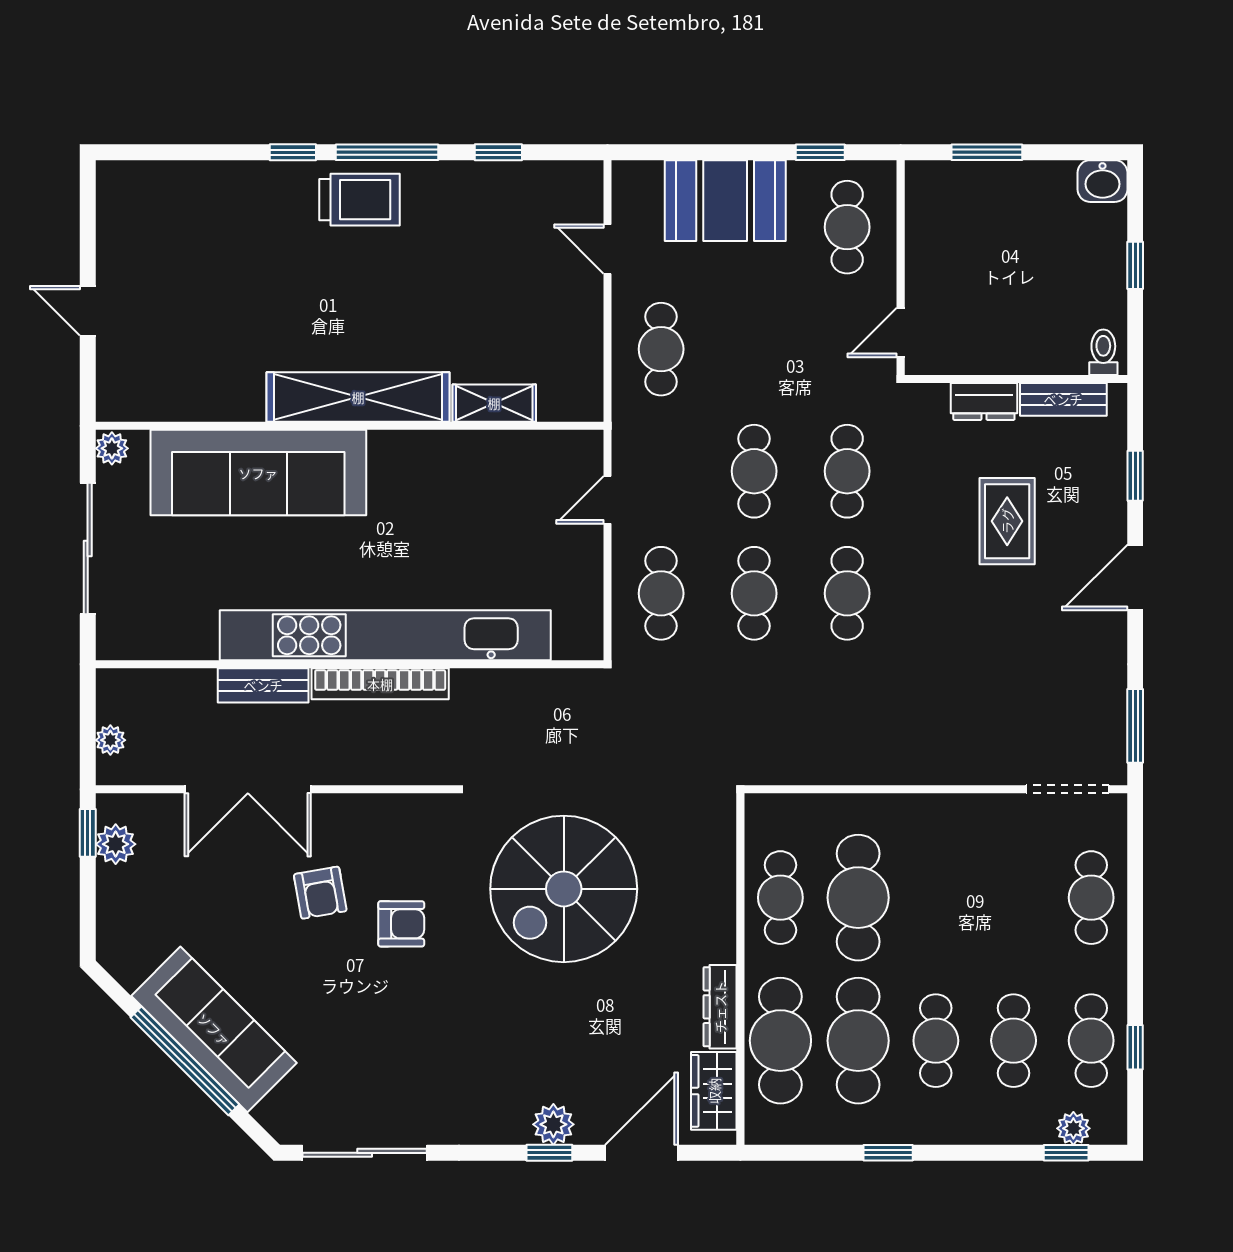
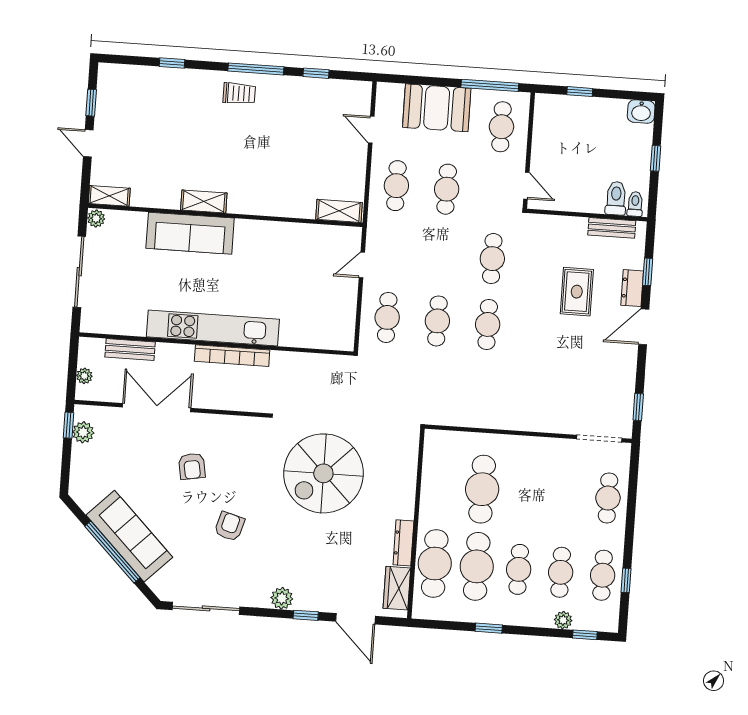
window: (293, 152) -> (172, 63), moved
window: (820, 152) -> (490, 85), width x2.17
window: (987, 152) -> (580, 92), width x0.67
trolley: (360, 200) -> (239, 93), width x0.73, depth x0.72
window: (88, 236) -> (91, 103), added
door: (901, 333) -> (526, 186), swing flipped
toilet: (1067, 344) -> (616, 198), added
shelving: (358, 397) -> (204, 201), width x0.45, depth x0.75
dresser: (984, 401) -> (632, 288), moved, turned 90
shelving: (494, 403) -> (339, 211), moved
shelving: (133, 405) -> (109, 196), added
cafe table: (754, 471) -> (447, 189), moved
sofa: (258, 473) -> (190, 233), width x0.74, depth x0.79
kitchen unit: (385, 635) -> (213, 328), width x0.73
bench: (263, 685) -> (130, 349), moved
window: (1135, 726) -> (638, 407), width x0.67
double door: (248, 789) -> (157, 408), swing flipped
cafe table: (780, 898) -> (440, 486), removed
armchair: (401, 924) -> (229, 526), moved, turned -74
plant: (553, 1124) -> (282, 598), moved
plant: (1073, 1128) -> (563, 620), moved
door: (641, 1153) -> (356, 619), swing flipped

